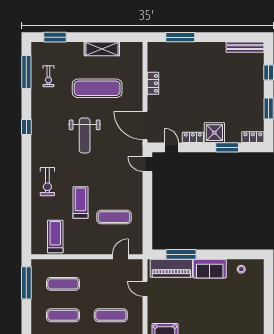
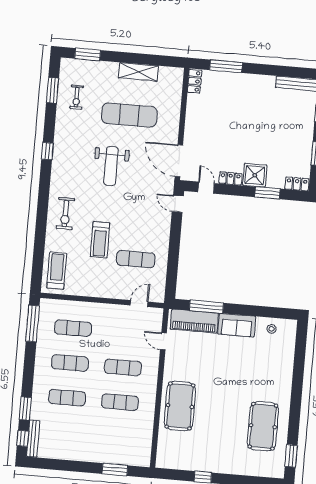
window: (26, 72) -> (53, 90), width x0.69
locker: (153, 83) -> (195, 81), moved
treadmill: (80, 202) -> (100, 240), turned 180
treadmill: (55, 236) -> (57, 271), moved

